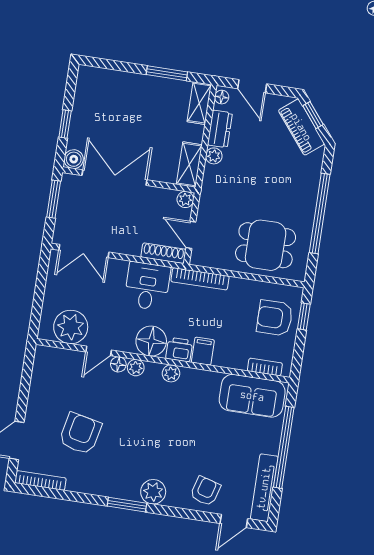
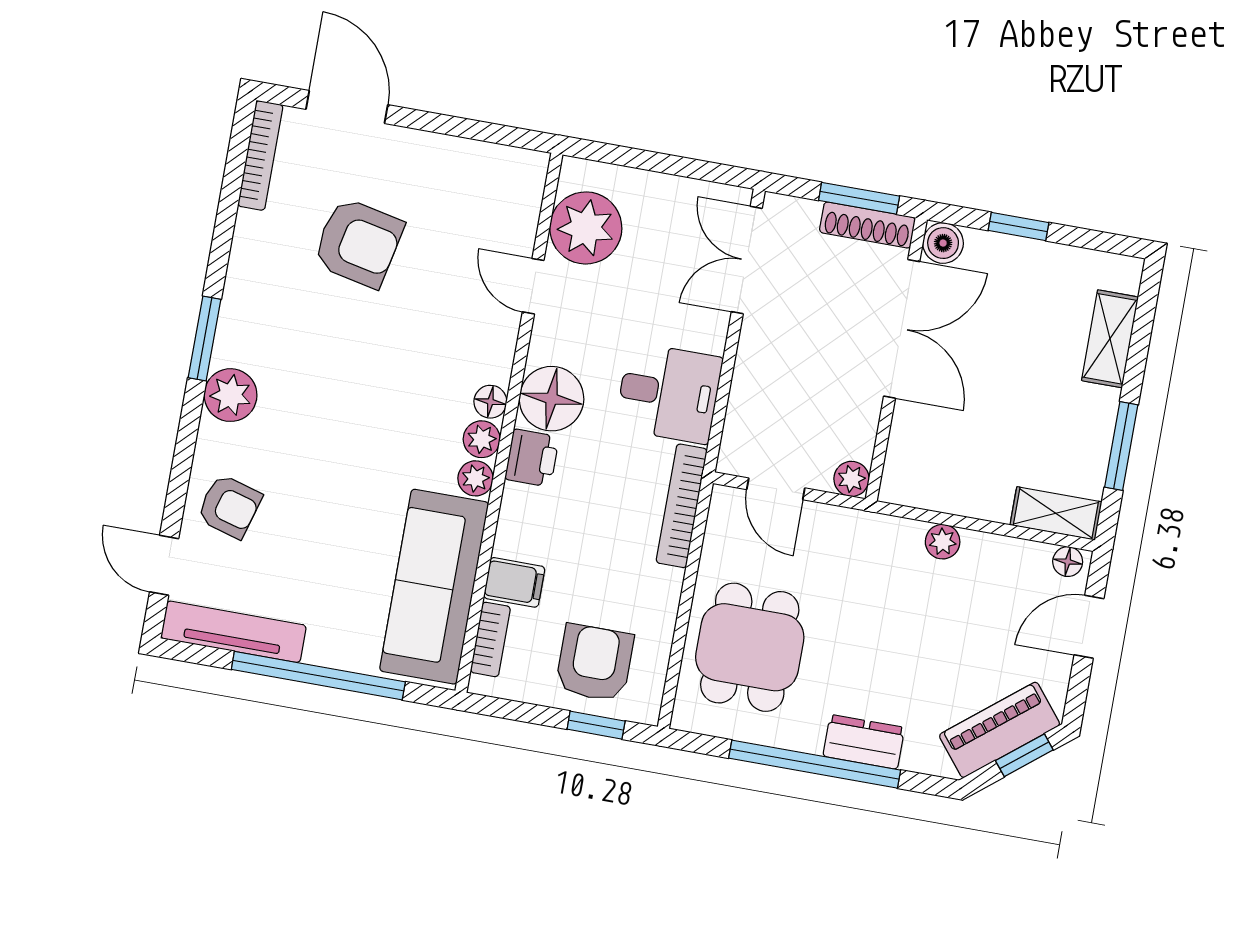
dresser: (220, 129) -> (864, 742), moved, turned 180
shelving: (189, 165) -> (1110, 339), moved, turned 90
door: (191, 235) -> (776, 489), swing flipped
shoe rack: (163, 253) -> (867, 225), moved, turned 90
filing cabinet: (203, 351) -> (514, 582), moved
floor lamp: (118, 364) -> (490, 402), moved
plant: (136, 368) -> (476, 478), moved
sofa: (252, 396) -> (434, 587), width x1.36

